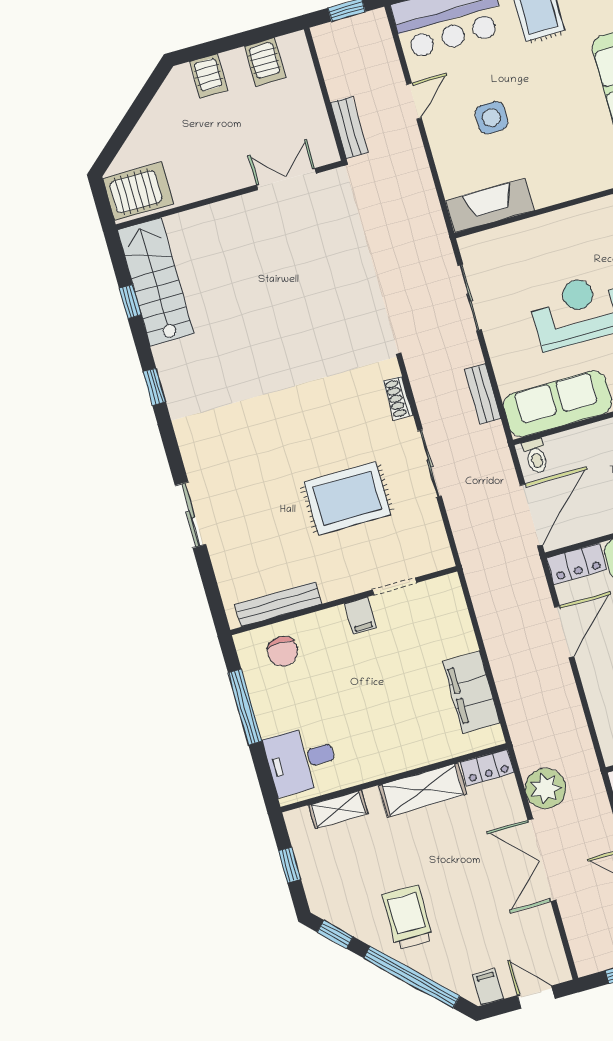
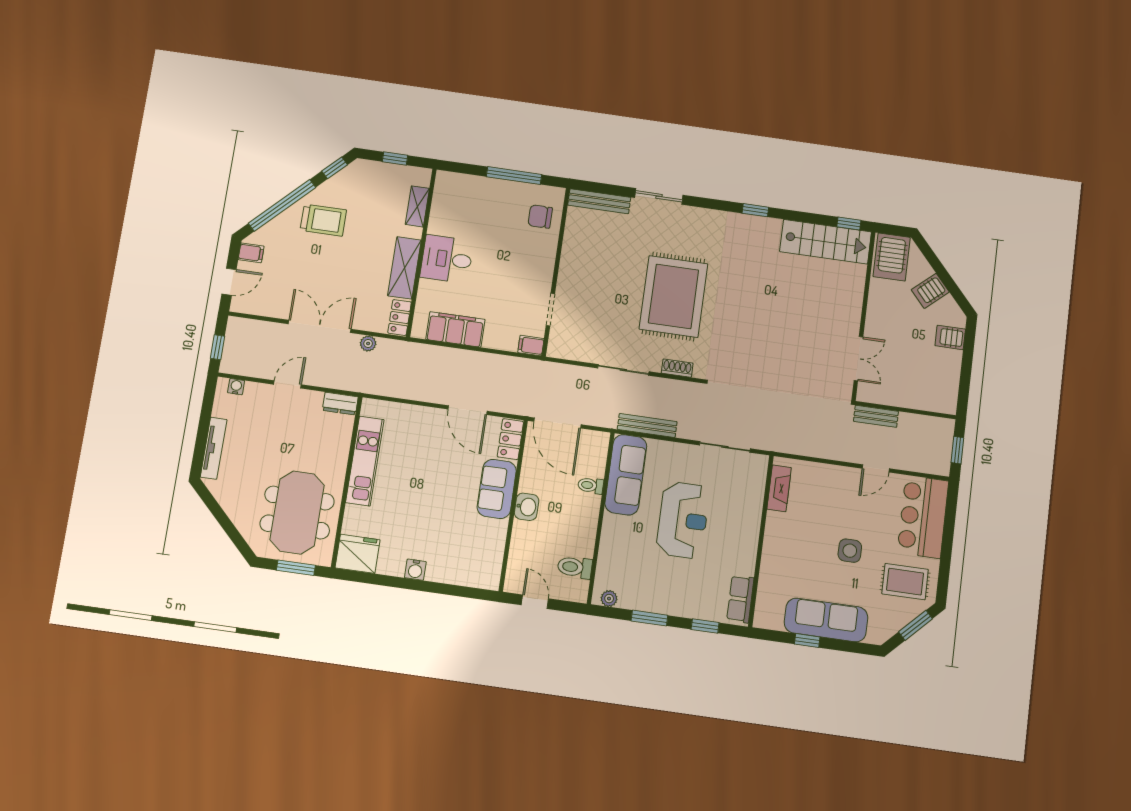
server rack: (265, 62) -> (930, 291), moved, turned -42
door: (414, 101) -> (876, 468), hinge flipped
side table: (492, 118) -> (850, 551), moved
fireplace: (490, 205) -> (779, 488), width x0.73, depth x0.76
window: (130, 302) -> (849, 224), moved
bench: (483, 394) -> (647, 425), width x1.36
toilet: (536, 456) -> (591, 485), moved
rug: (347, 498) -> (674, 296), moved, width x1.37, depth x1.44
bench: (278, 604) -> (599, 201), moved, turned 90
filing cabinet: (360, 616) -> (531, 346), moved
desk: (301, 760) -> (447, 259), moved, turned -90
plant: (545, 788) -> (368, 343), width x0.53, depth x0.53

